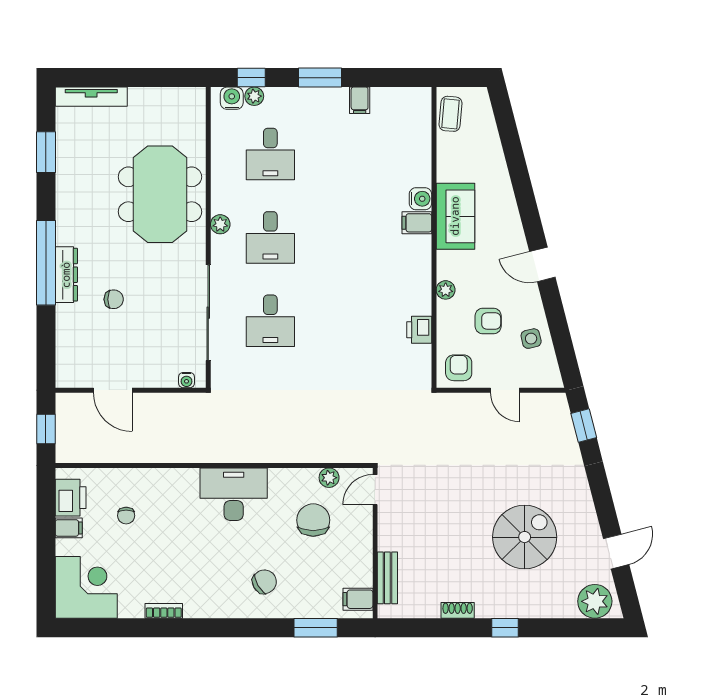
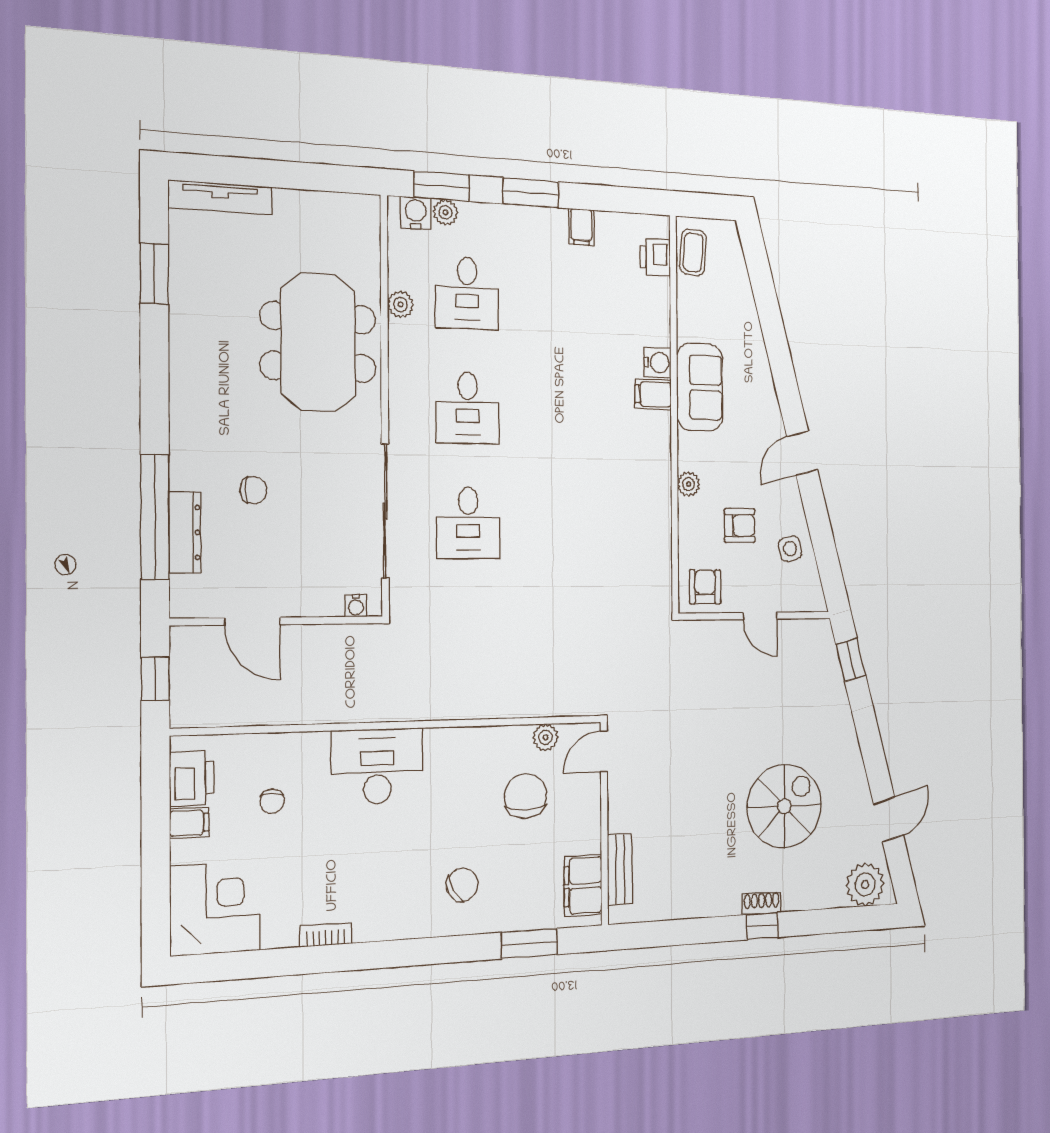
window: (251, 78) -> (442, 186), width x1.50
plant: (220, 224) -> (401, 304), moved
window: (46, 263) -> (155, 517), moved
door: (542, 264) -> (802, 453), hinge flipped
dresser: (66, 275) -> (185, 532), moved
printer: (419, 330) -> (655, 257), moved
desk: (234, 494) -> (377, 766), moved
filing cabinet: (358, 599) -> (583, 886), width x2.00
shoe rack: (458, 610) -> (762, 903), moved

